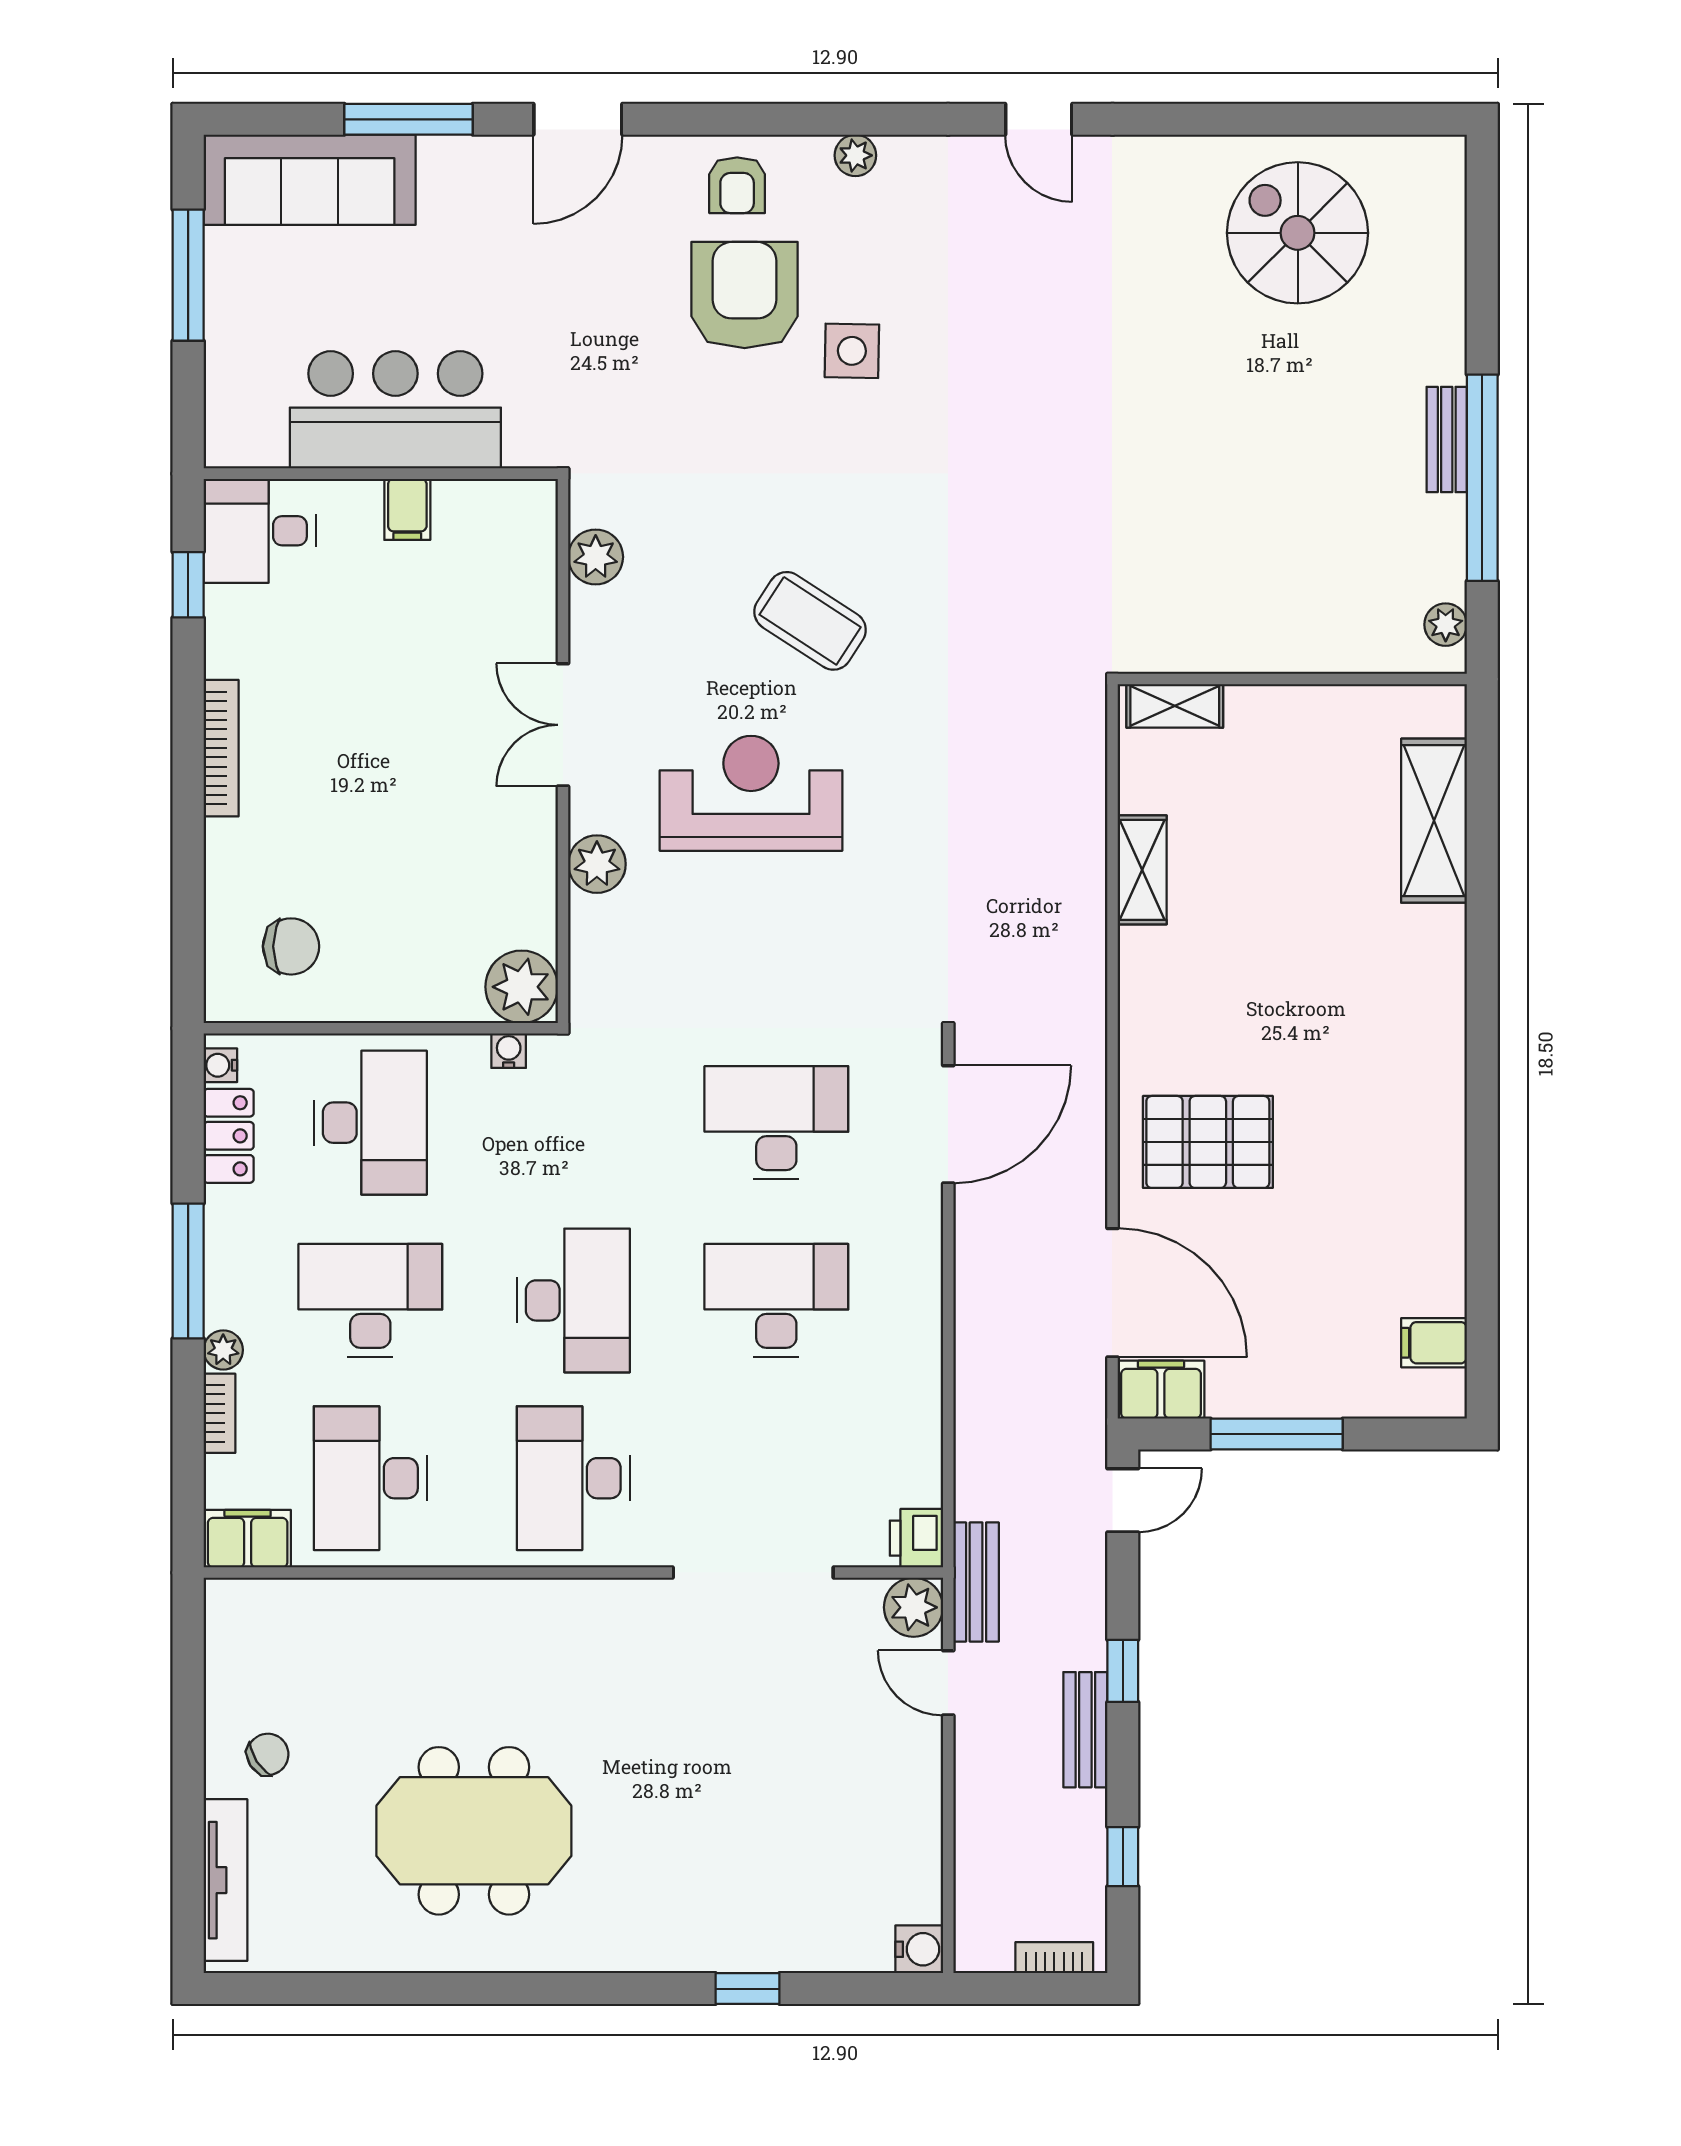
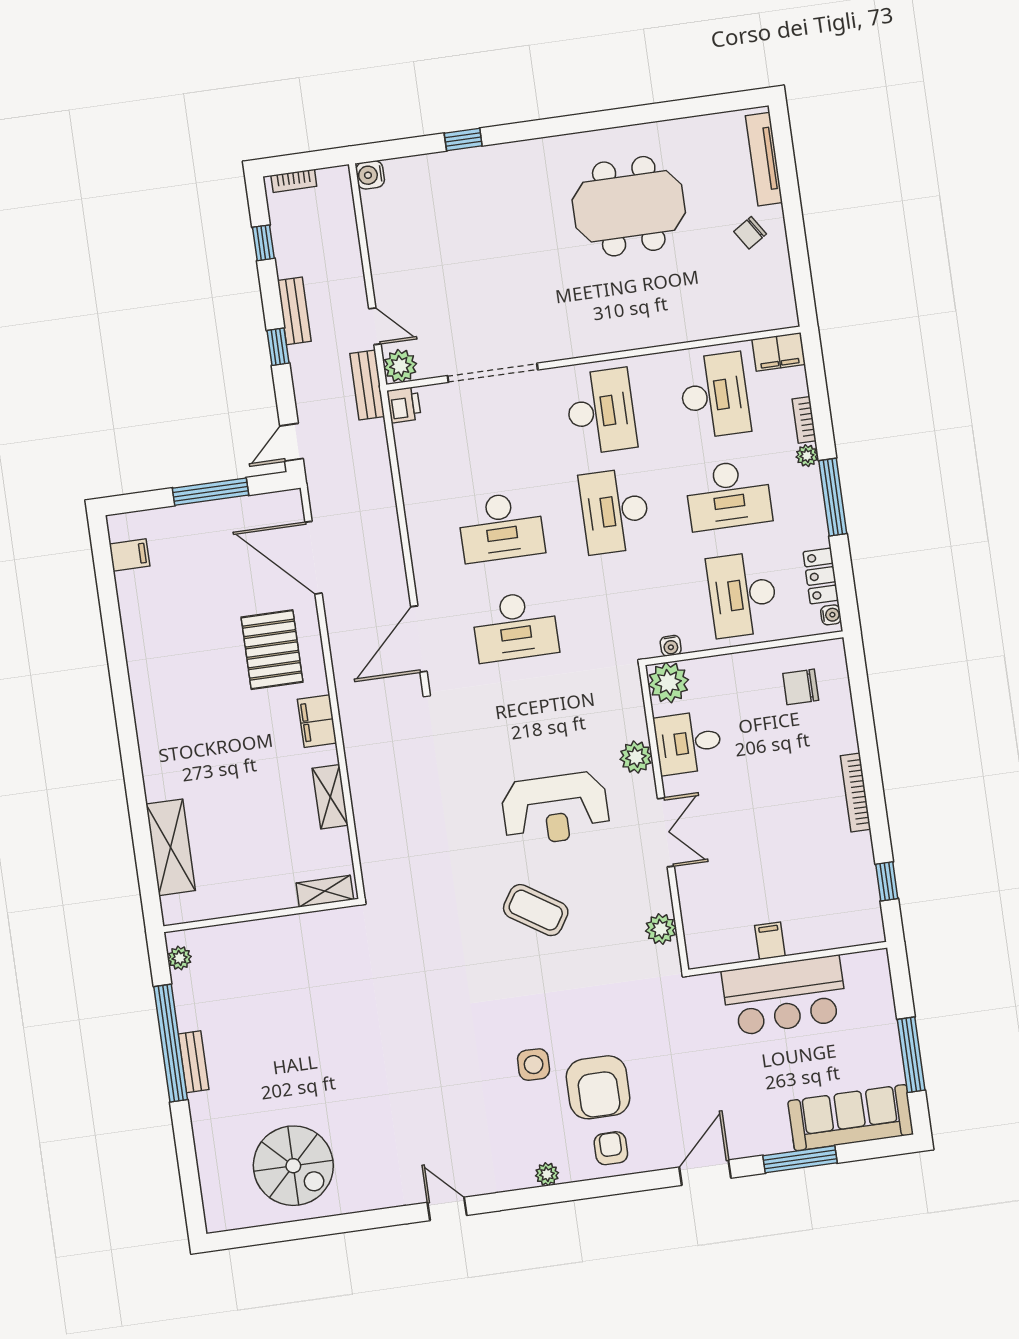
desk: (260, 531) -> (688, 743), moved, turned 180
pallet: (1208, 1142) -> (272, 650), turned 90
filing cabinet: (1161, 1390) -> (317, 721), moved, turned 90

